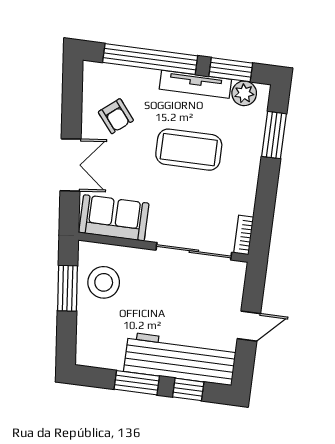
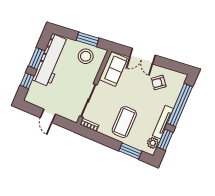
coffee table: (189, 150) -> (124, 122), moved
workbench: (180, 359) -> (51, 60), moved

